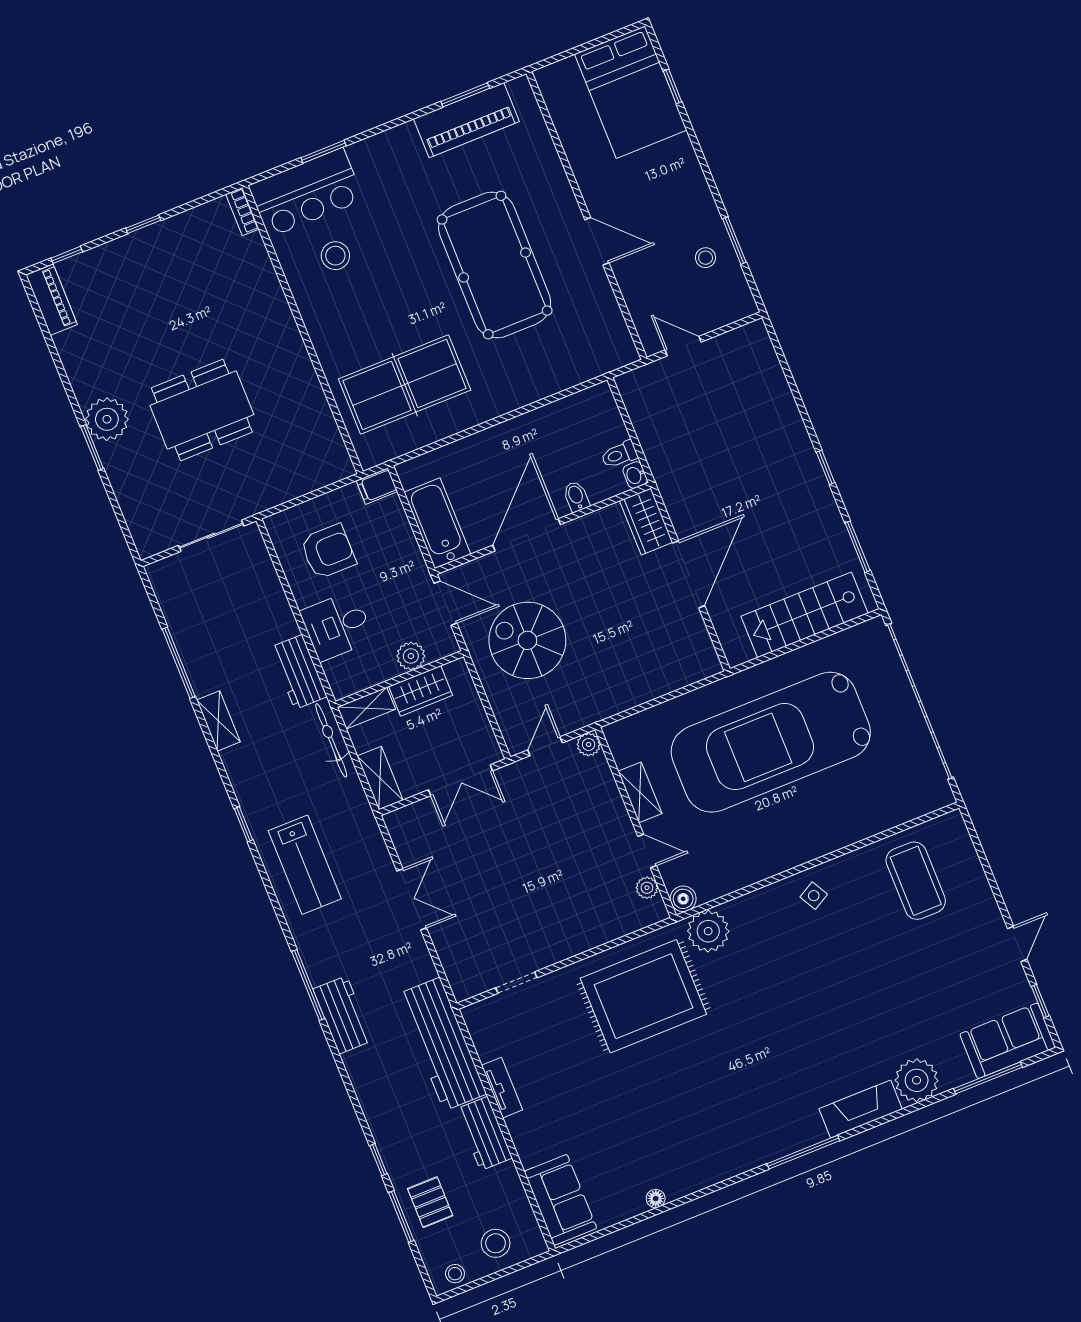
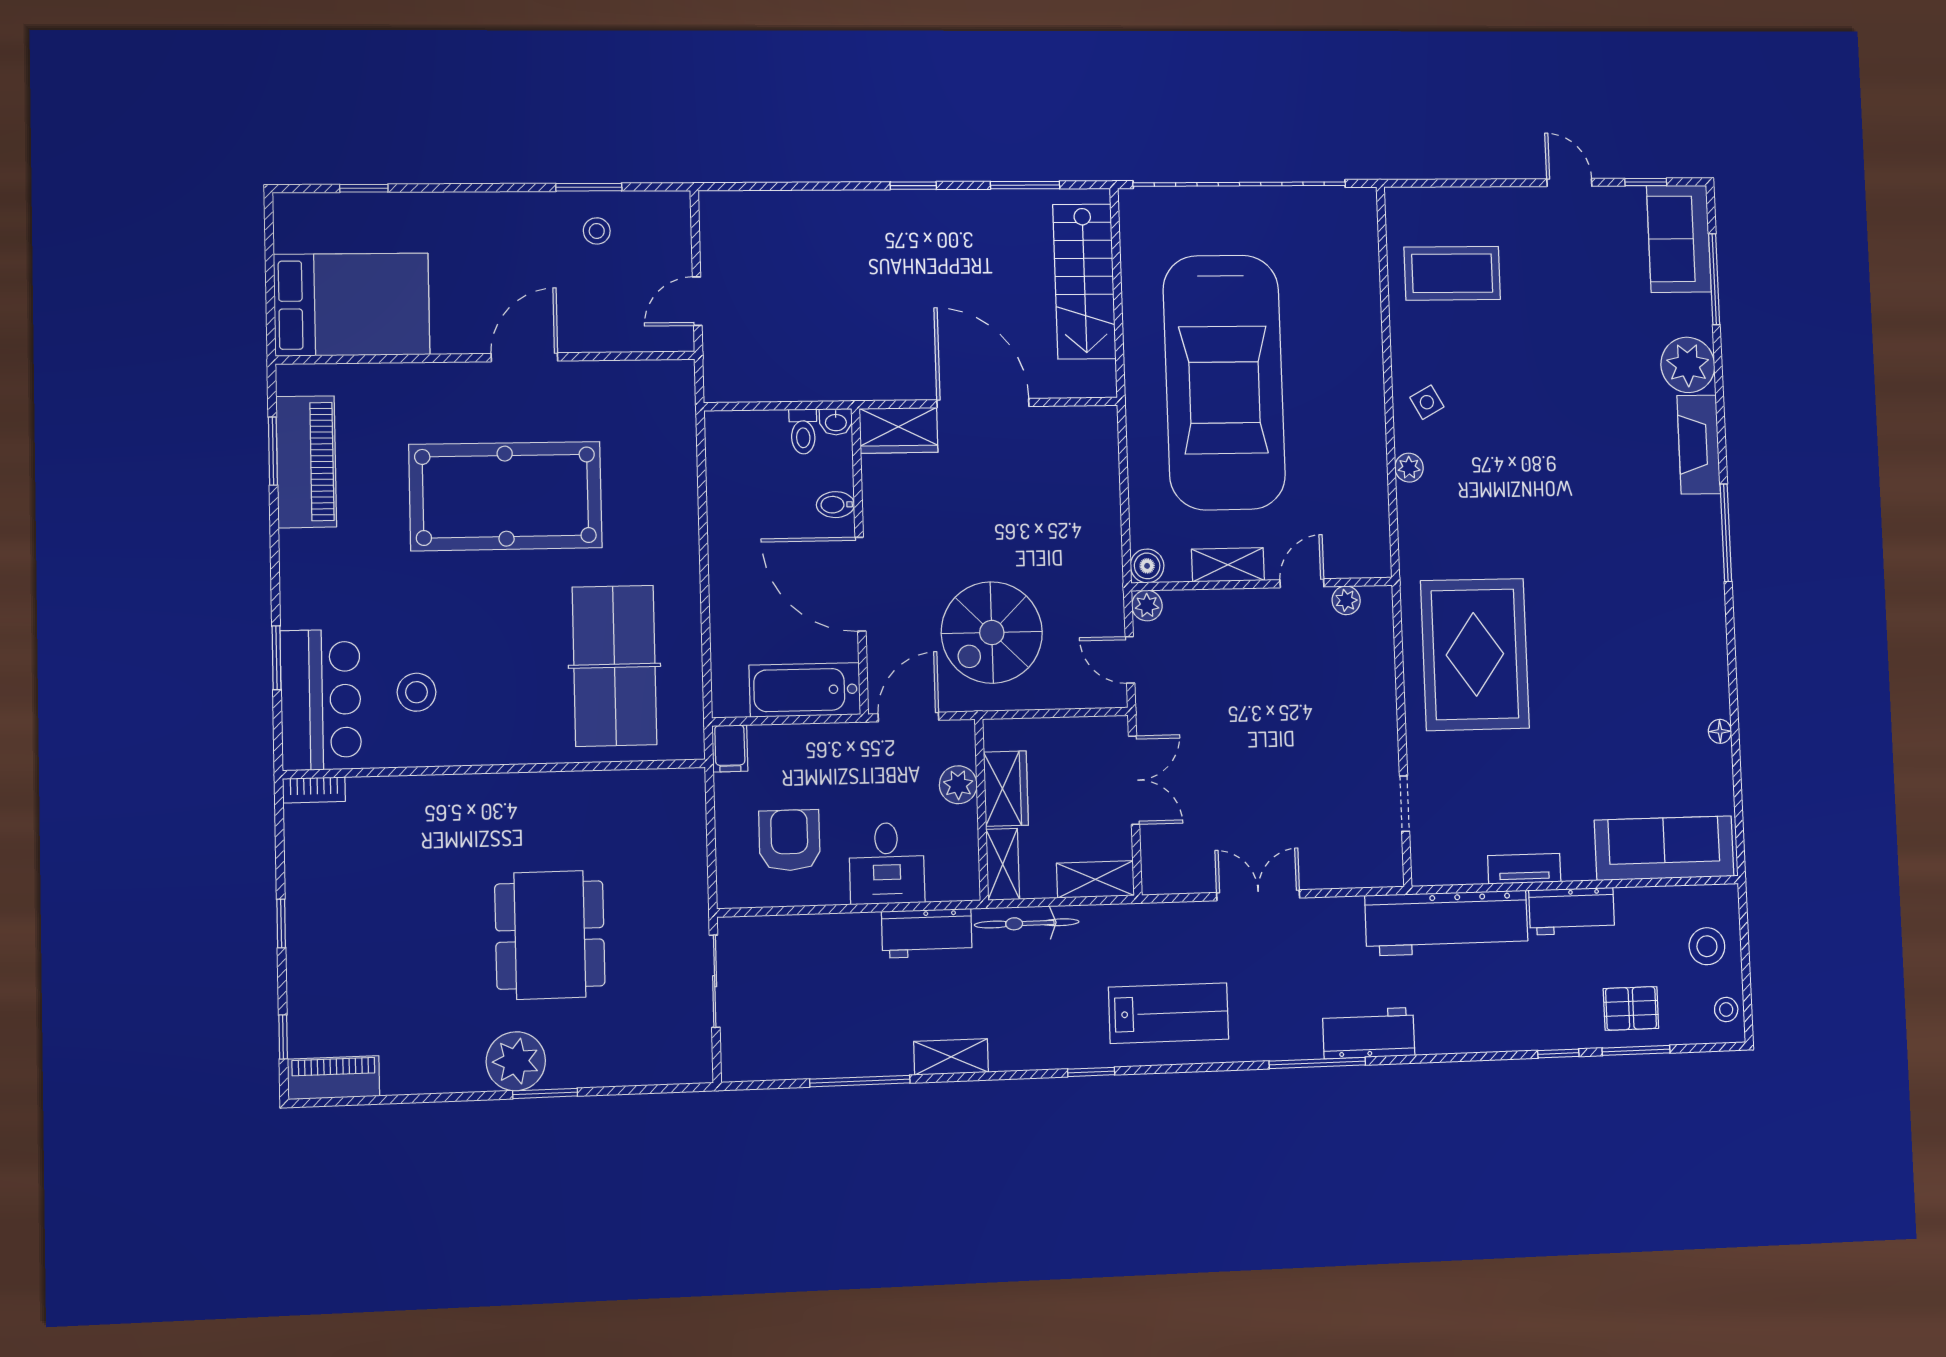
bed: (631, 92) -> (352, 305), moved
boiler: (683, 899) -> (1147, 566), moved
plant: (708, 931) -> (1409, 468), moved, width x0.53, depth x0.53
sofa: (560, 1200) -> (1664, 848), width x1.36

